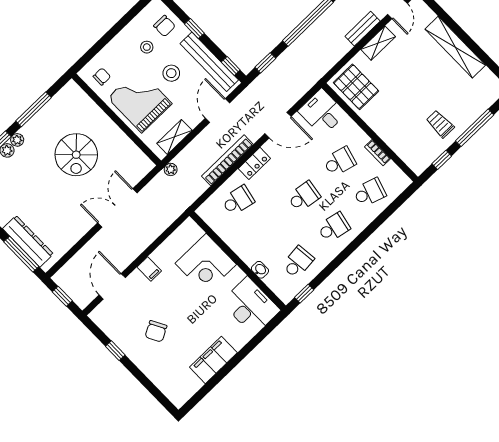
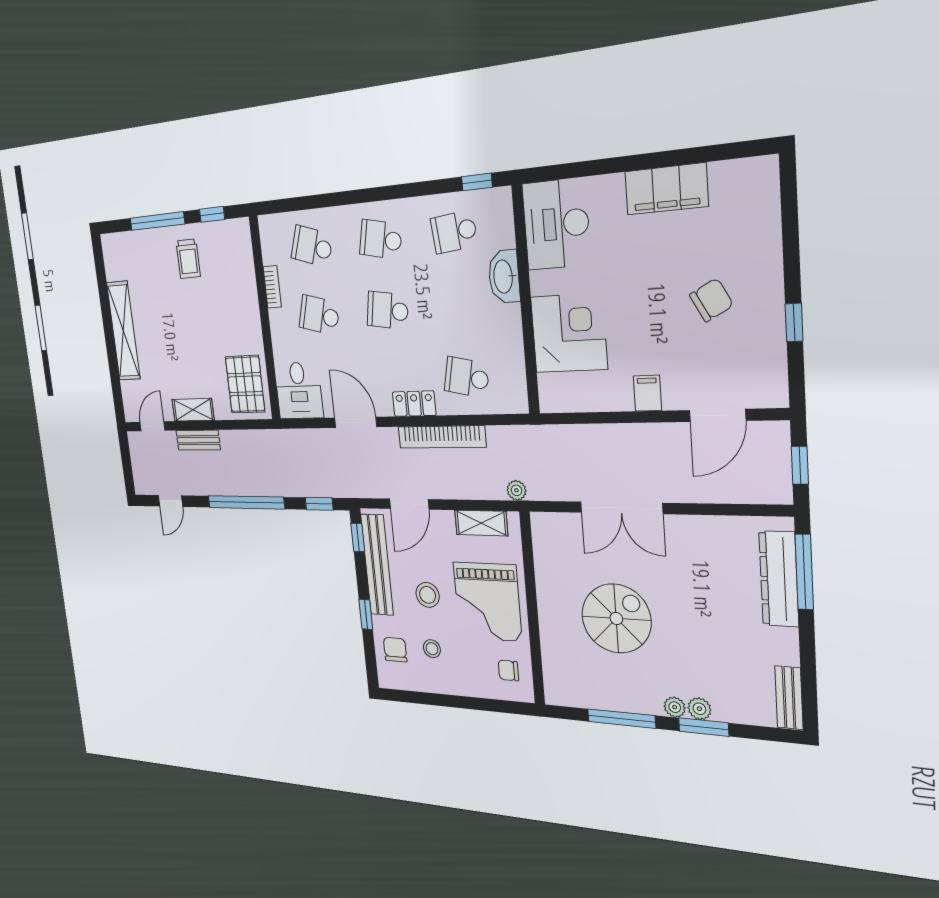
washbasin: (260, 270) -> (504, 276), width x1.91, depth x1.45

